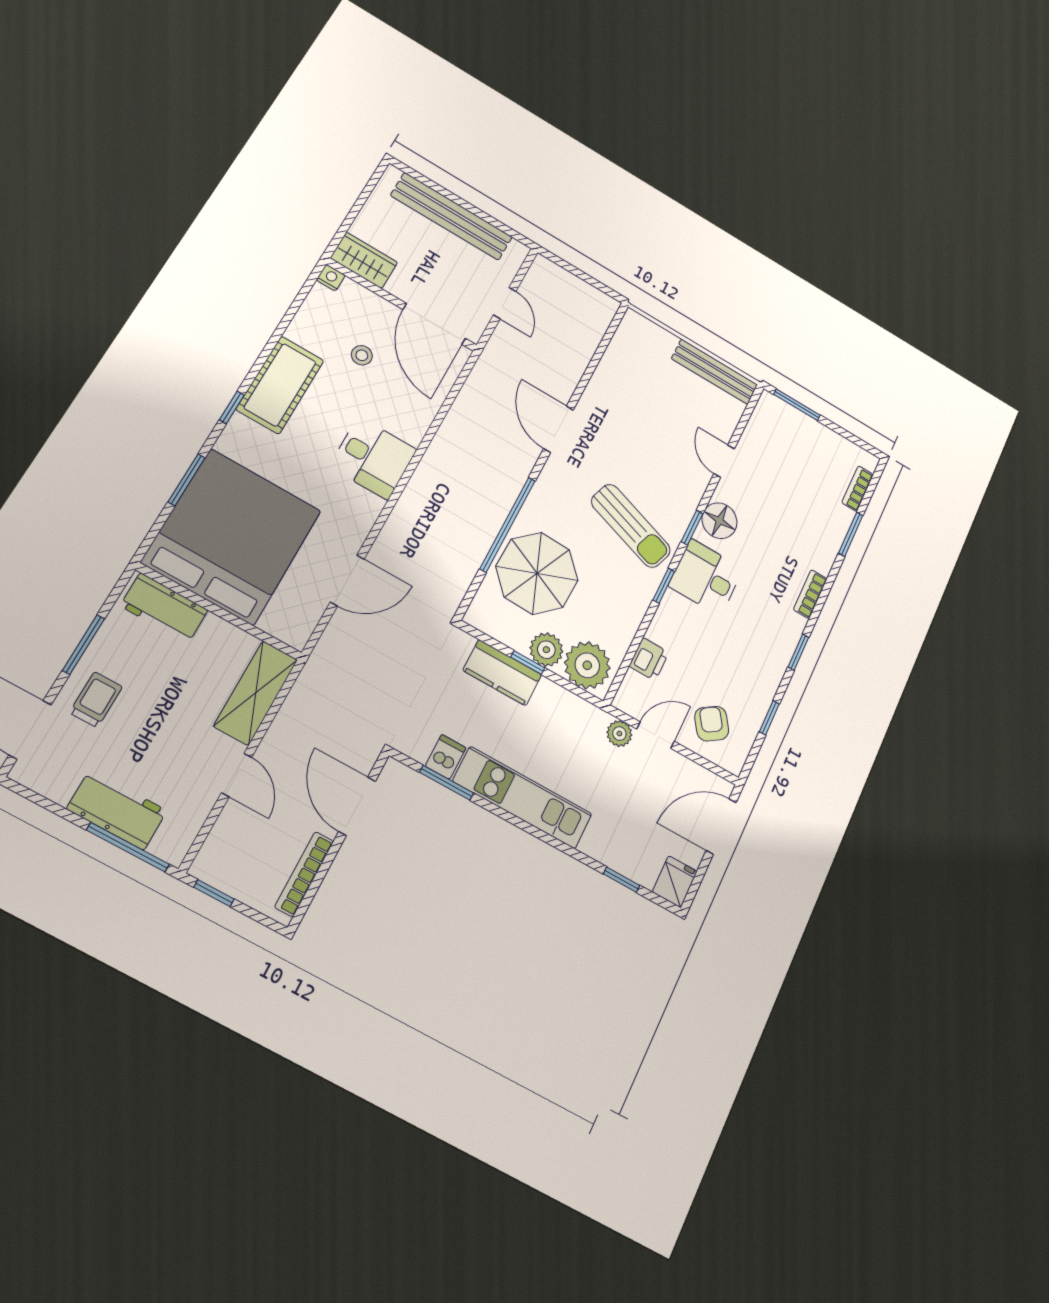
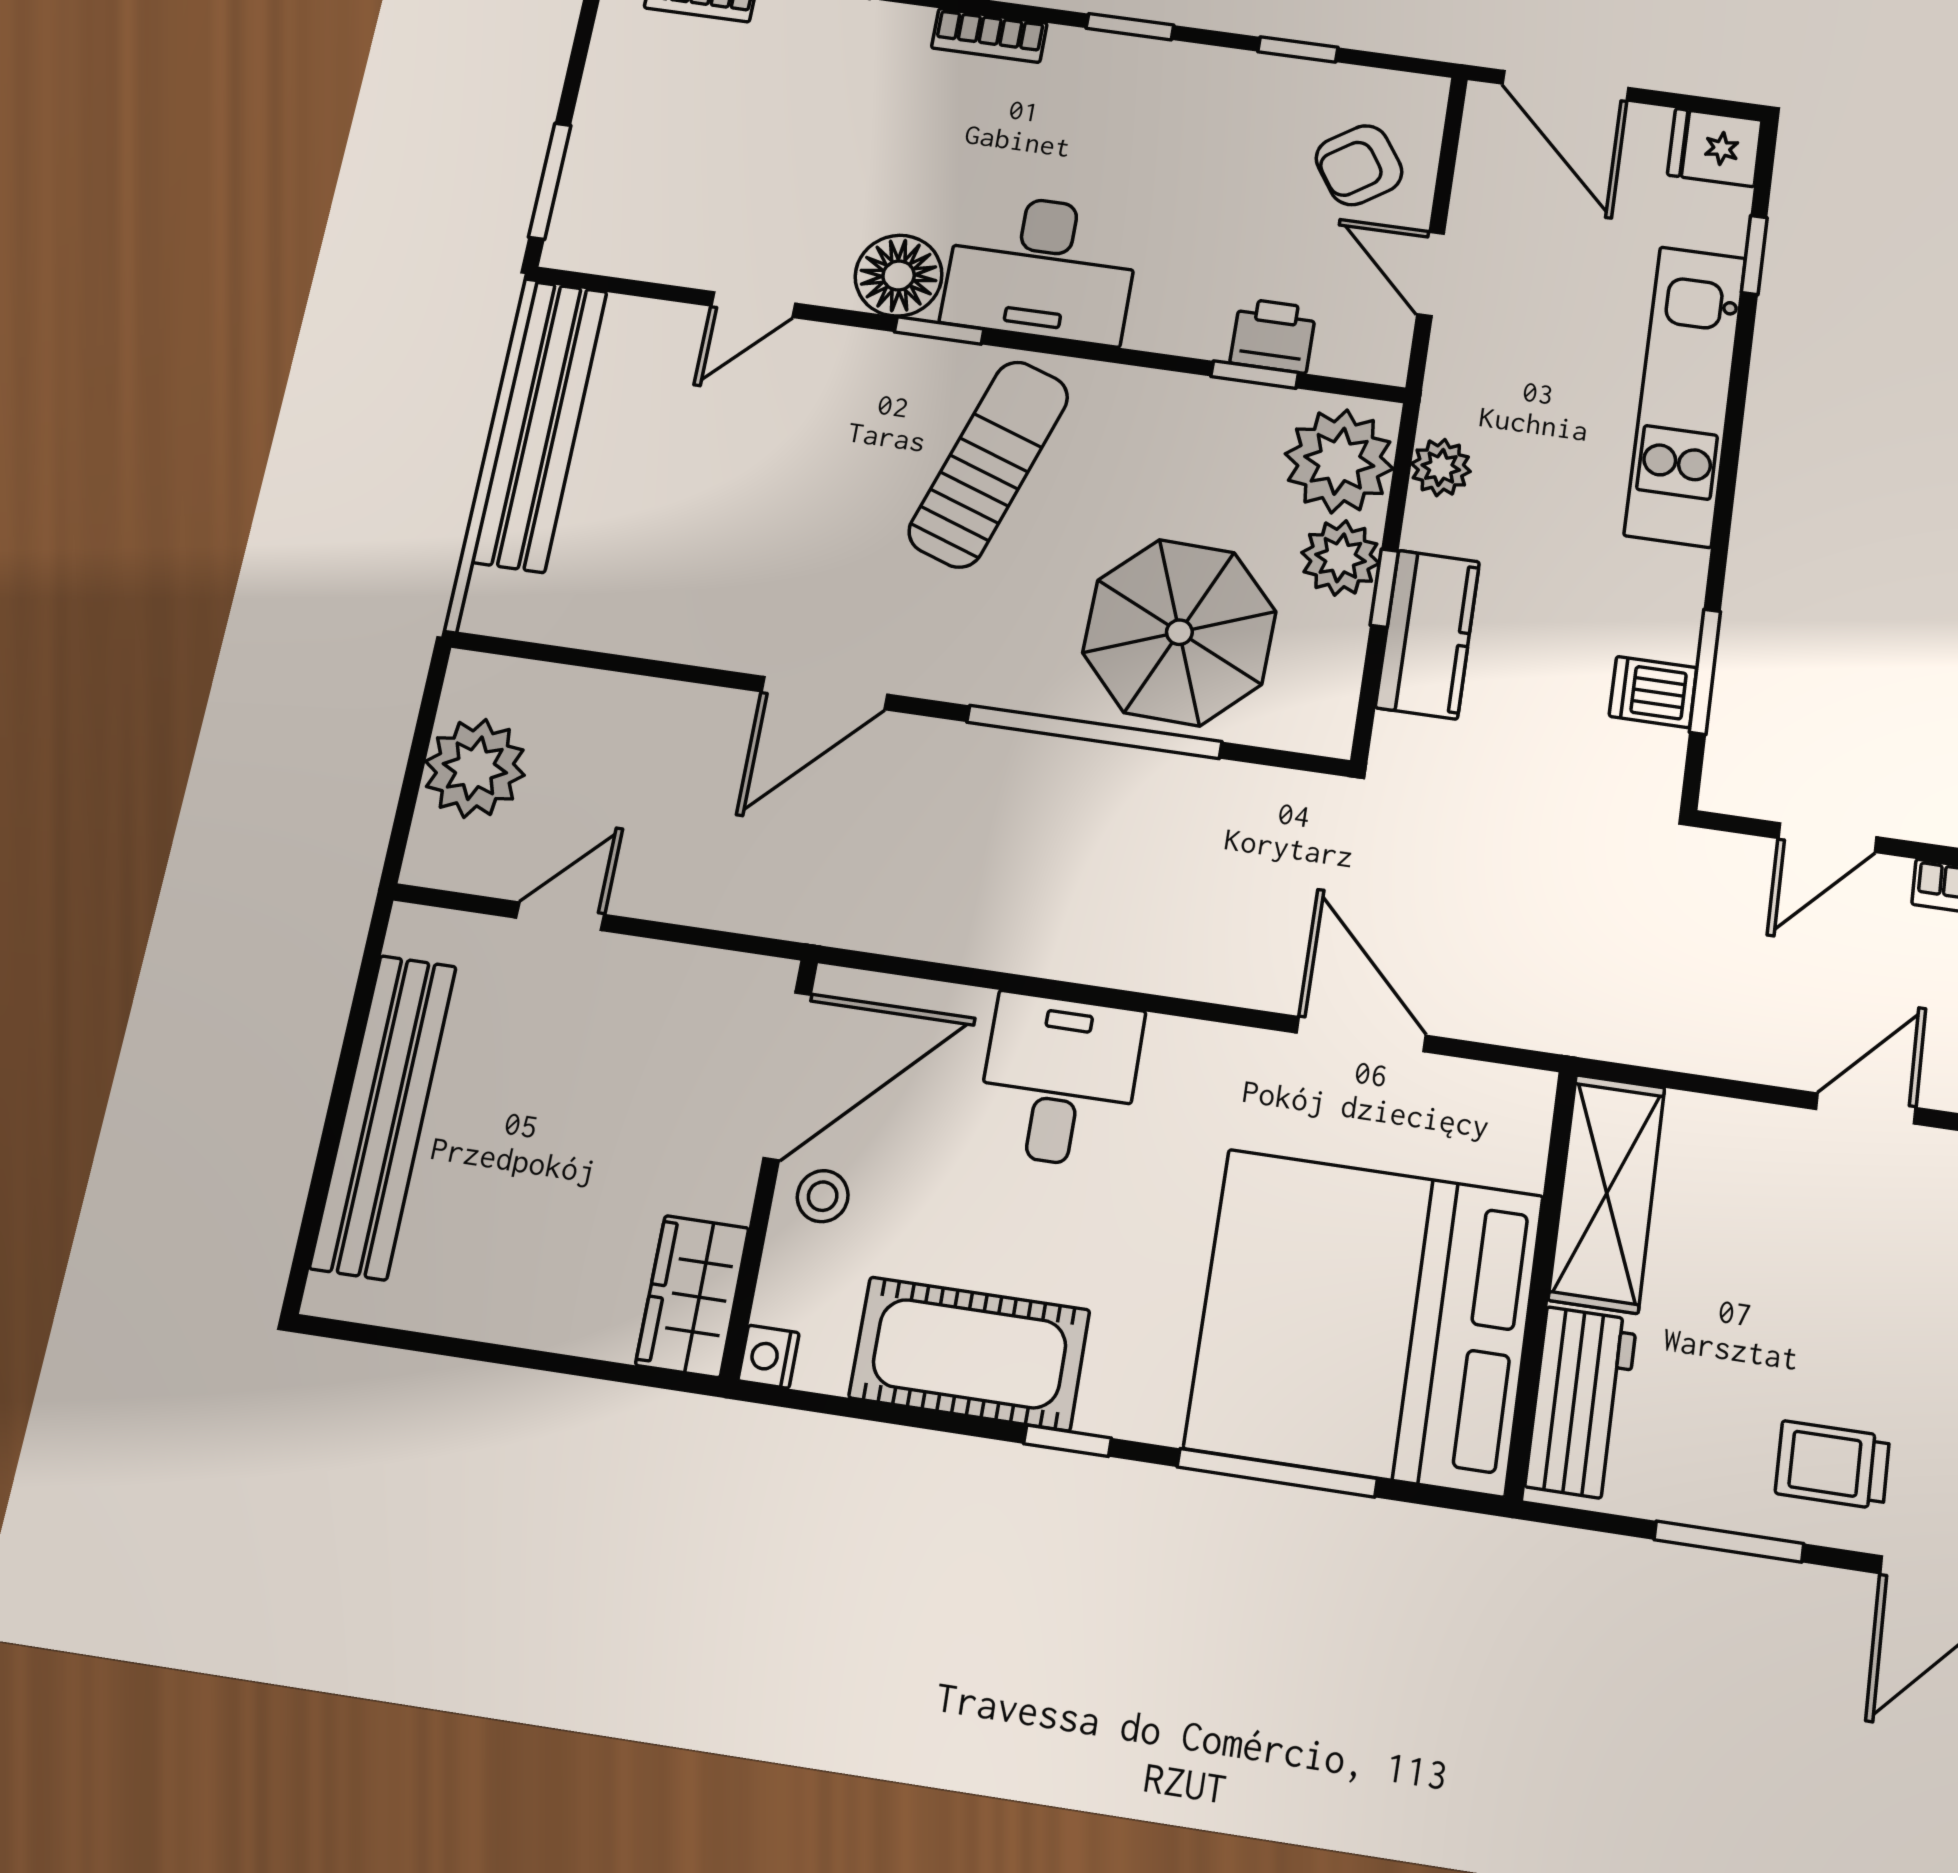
wardrobe: (364, 260) -> (692, 1296), moved
nightstand: (331, 278) -> (769, 1357), moved
plant: (572, 294) -> (475, 768), added
wall: (402, 305) -> (770, 1167), moved
door: (434, 324) -> (787, 1076), moved
bench: (715, 372) -> (540, 426), width x1.37, depth x1.21
window: (187, 480) -> (1277, 1473), width x1.44
desk: (706, 577) -> (1041, 268), width x1.37
window: (664, 586) -> (1255, 375), moved
shelving: (256, 693) -> (1607, 1193), moved, turned 90
plant: (619, 734) -> (1441, 467), moved
kitchen unit: (523, 798) -> (1685, 395), moved
door: (357, 806) -> (1827, 838), width x0.73

